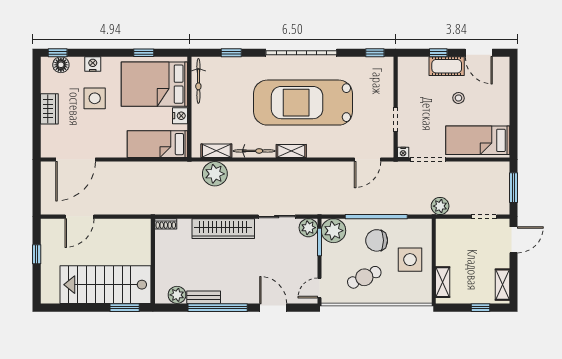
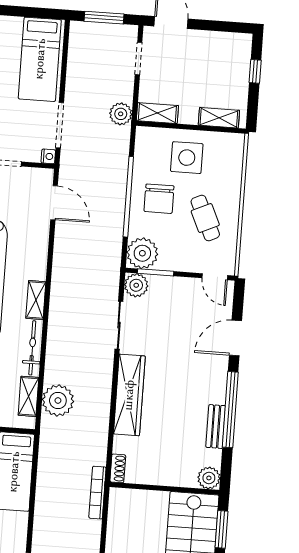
bookcase: (146, 210) -> (97, 493), added
shelving: (502, 285) -> (157, 113), moved
plant: (177, 295) -> (209, 478), moved

